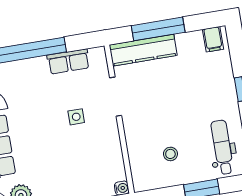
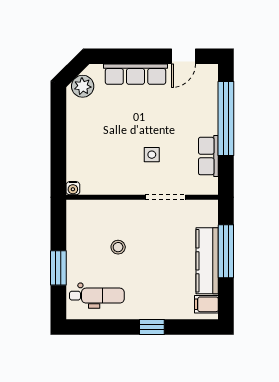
kitchen counter: (143, 50) -> (207, 261), moved
stool: (170, 154) -> (118, 247), moved

